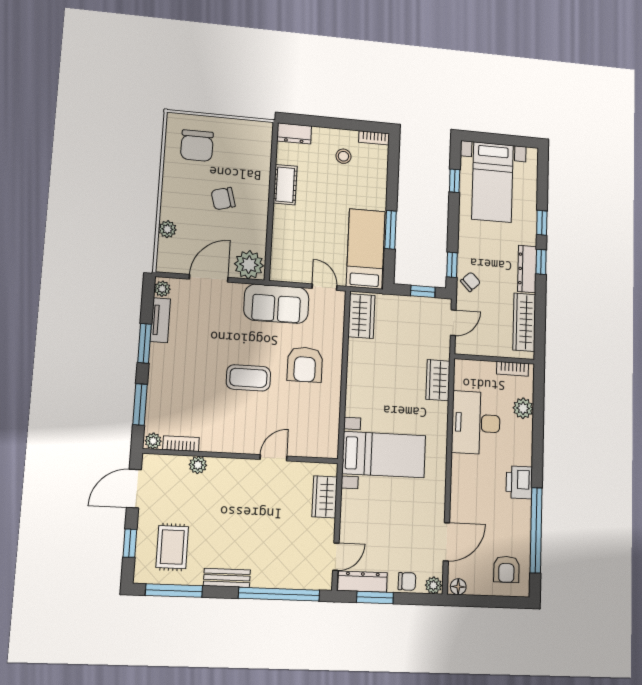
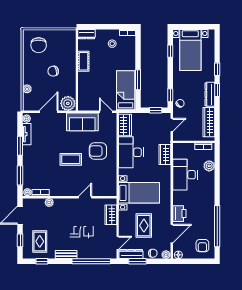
armchair: (305, 364) -> (98, 151), turned 90
desk: (371, 371) -> (131, 152), added
printer: (519, 482) -> (179, 214), moved, turned 180
rug: (391, 523) -> (144, 226), added
window: (174, 591) -> (42, 261), width x0.46

